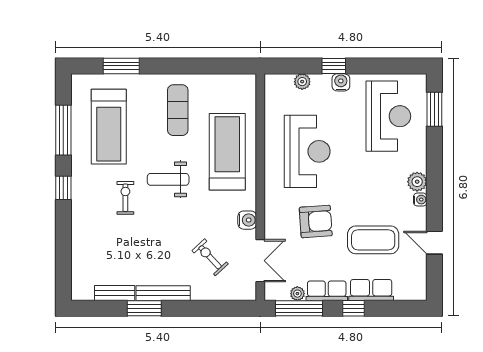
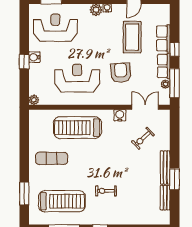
plant: (302, 82) -> (34, 100), moved
weight bench: (168, 179) -> (95, 164), removed

